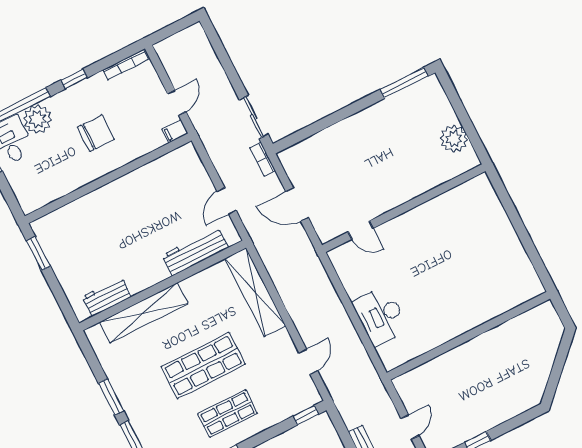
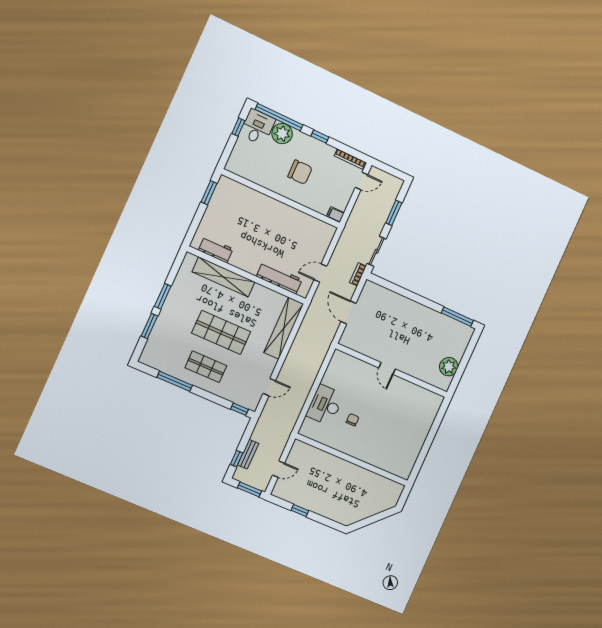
window: (226, 62) -> (394, 213), added
door: (177, 103) -> (361, 181), moved
door: (361, 230) -> (387, 368), moved
chair: (423, 298) -> (353, 420), added

